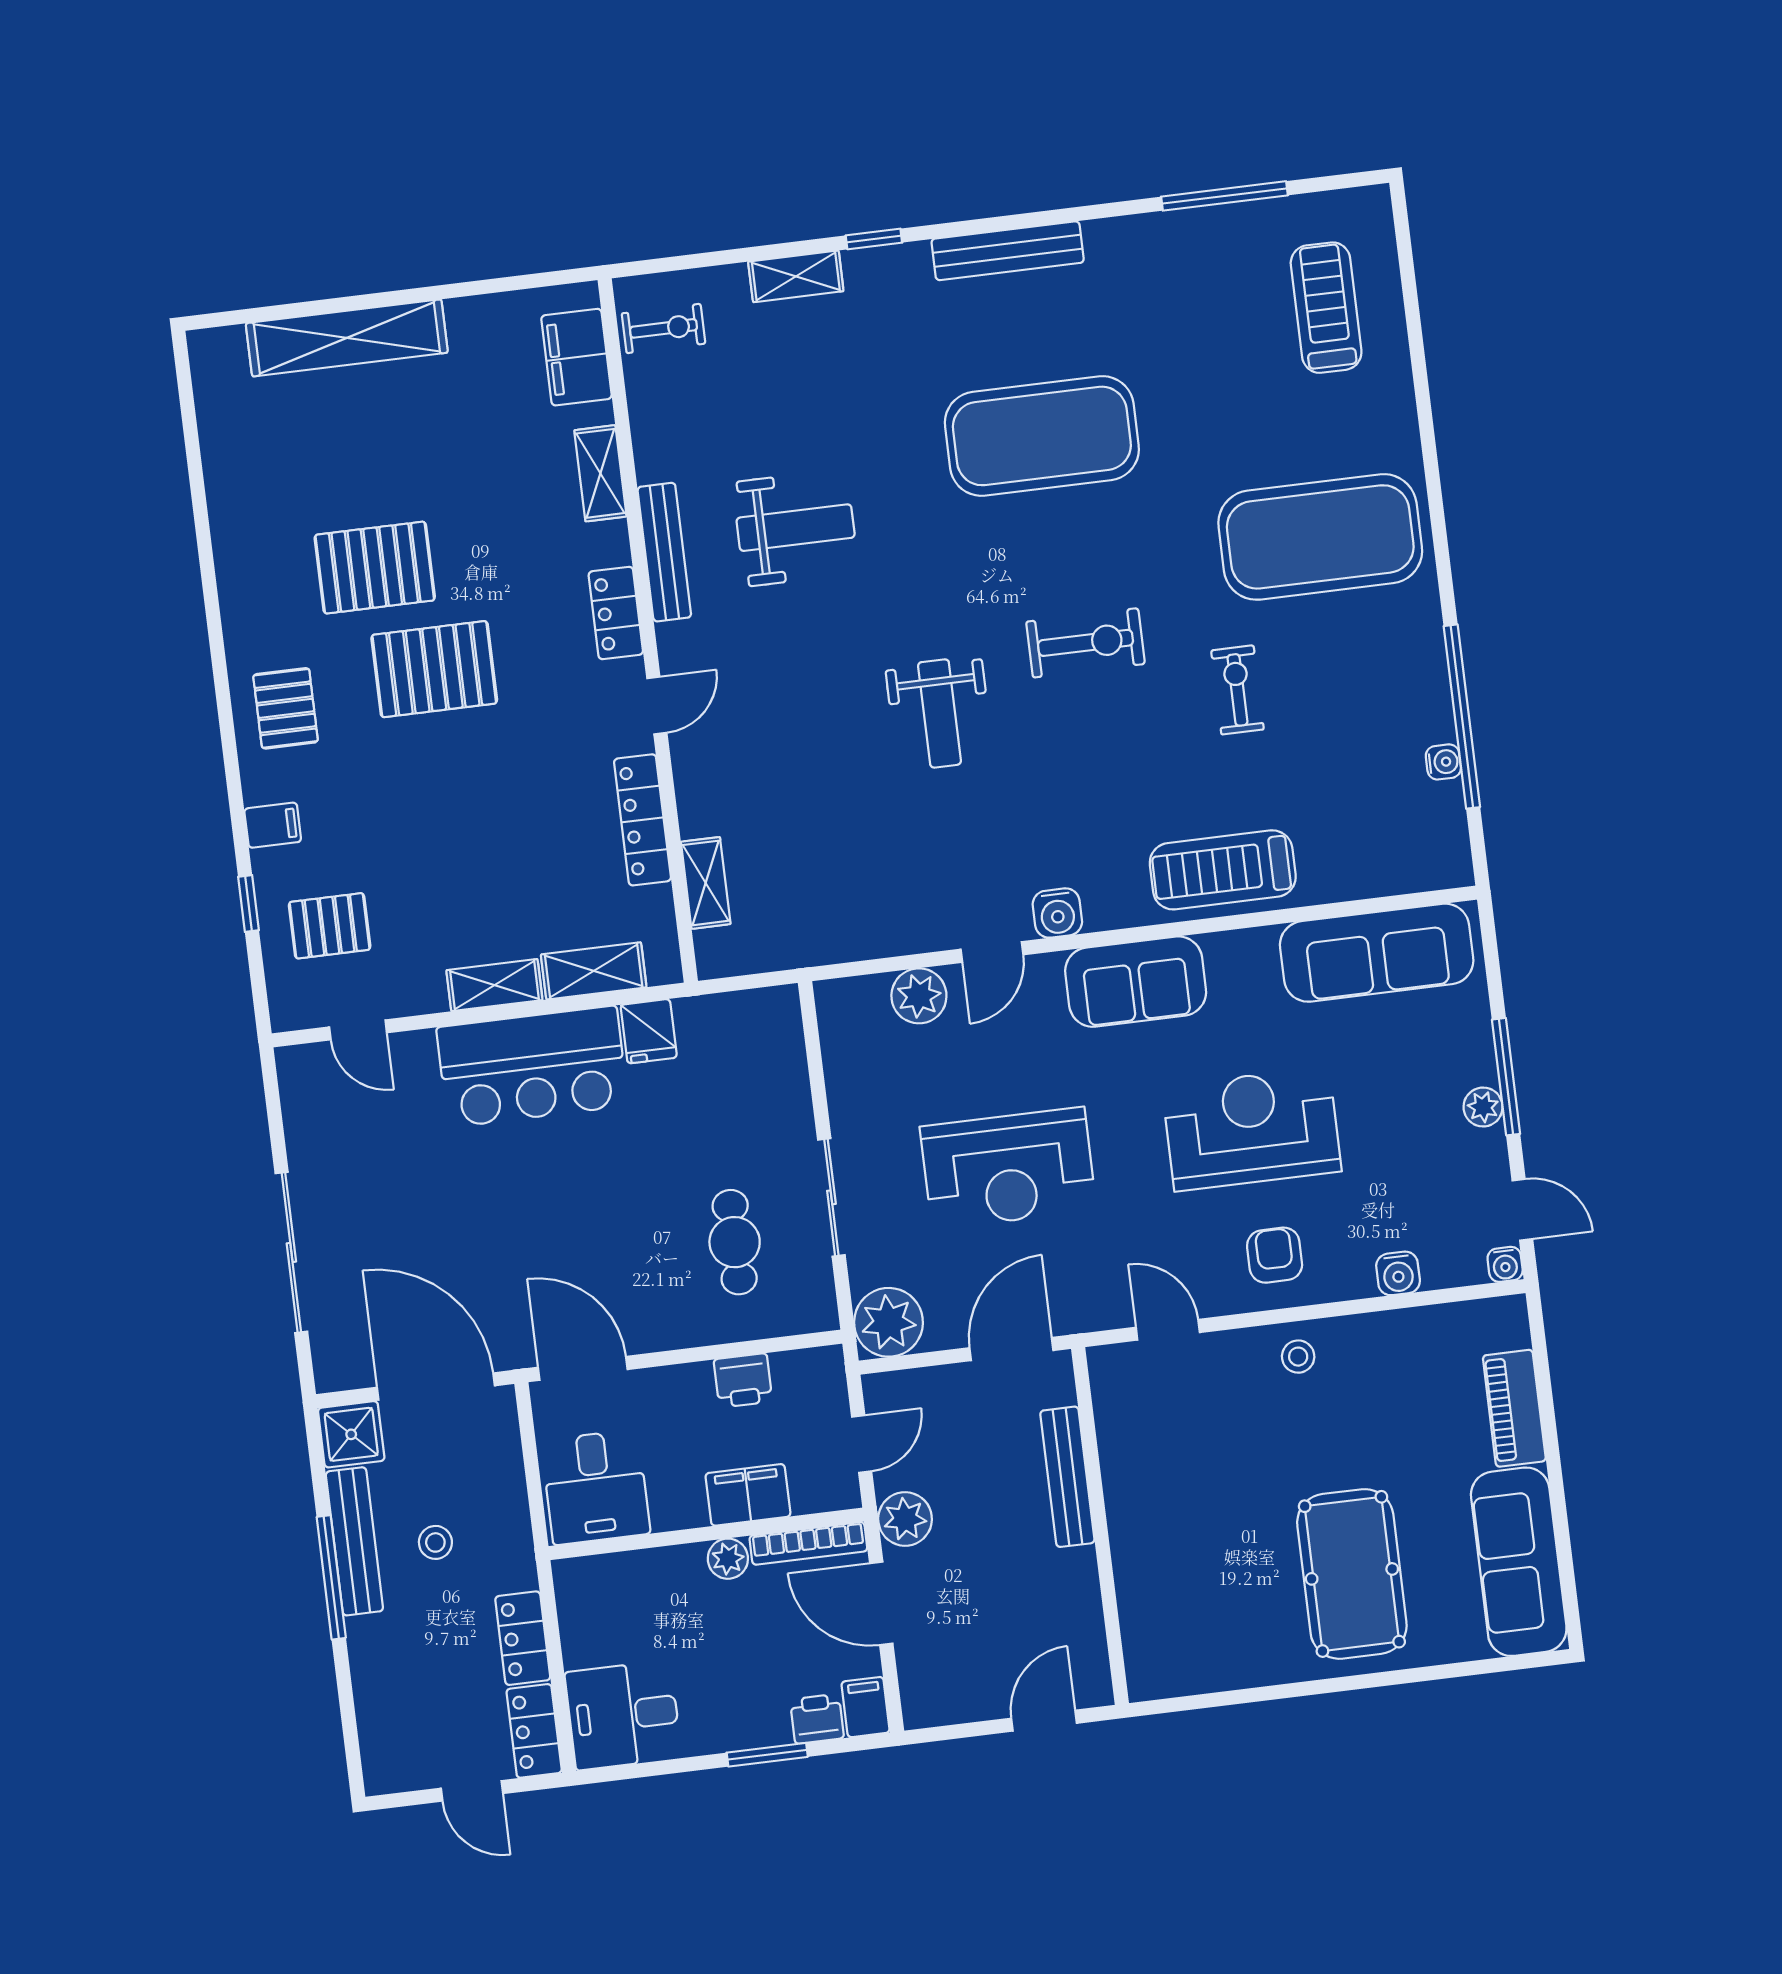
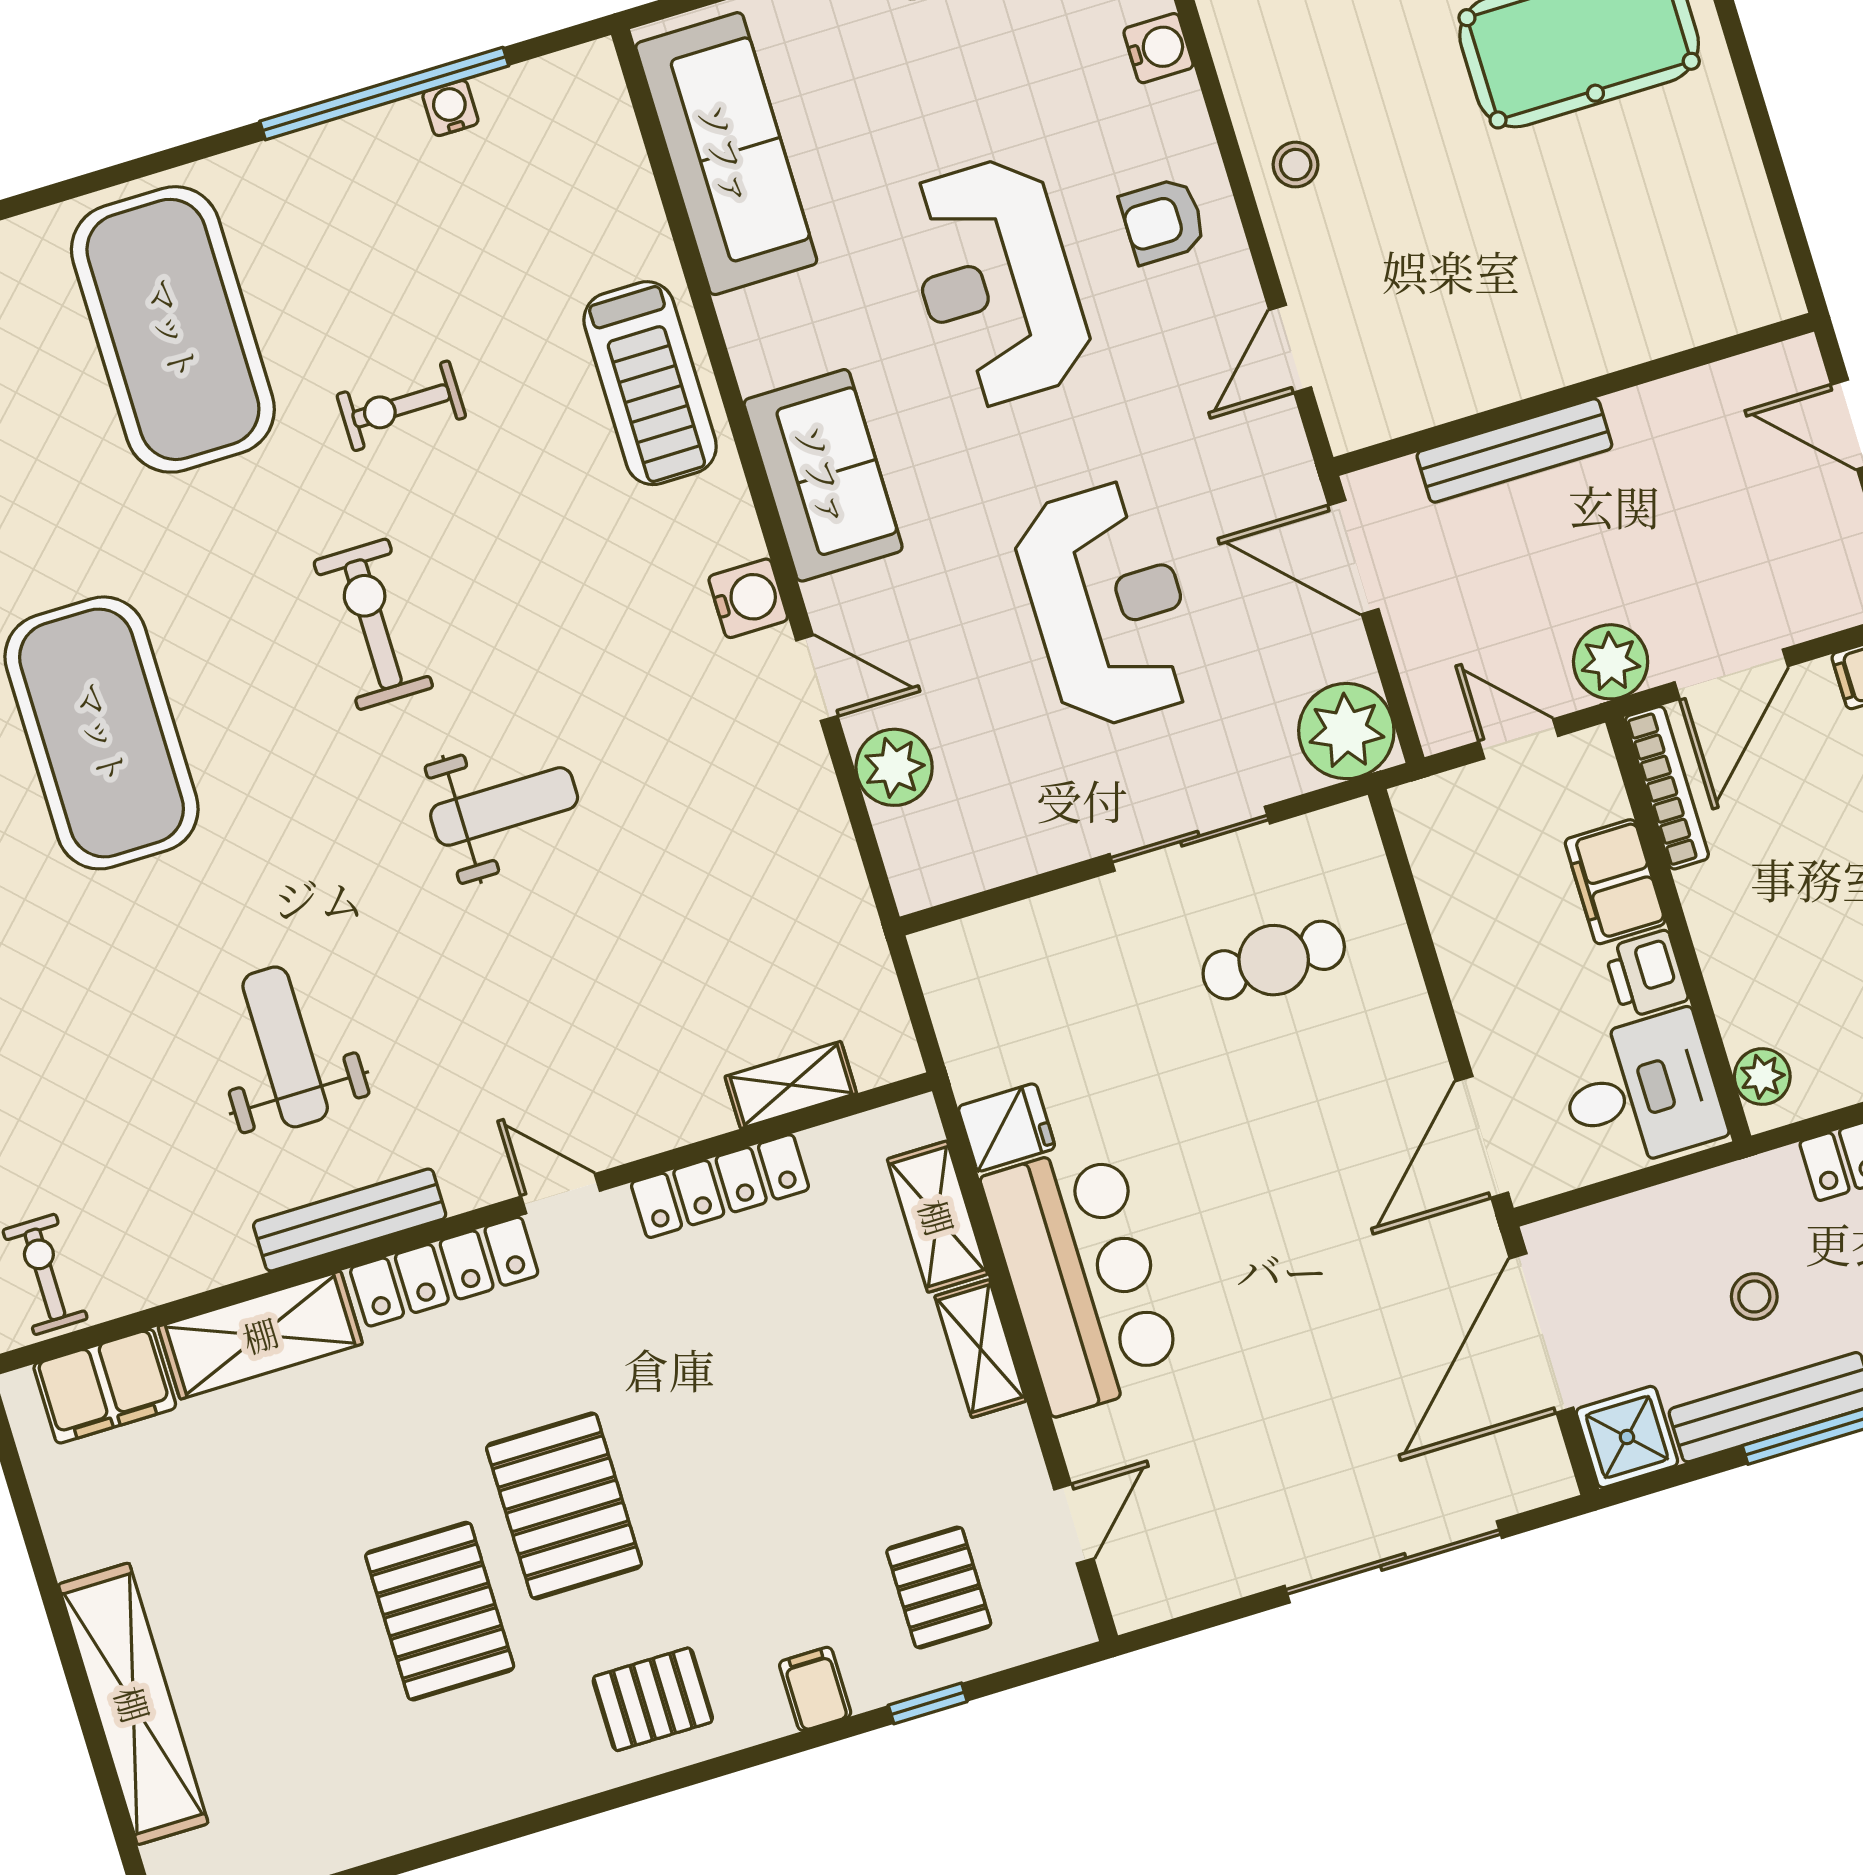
shelving: (600, 473) -> (260, 1335), width x1.50, depth x1.33
locker: (616, 613) -> (444, 1272), width x1.53
printer: (743, 1380) -> (1646, 974), moved, turned 180
plant: (728, 1559) -> (1762, 1077), moved

